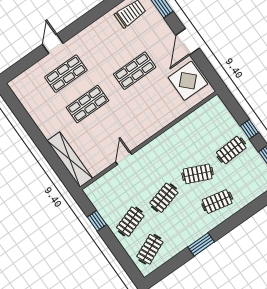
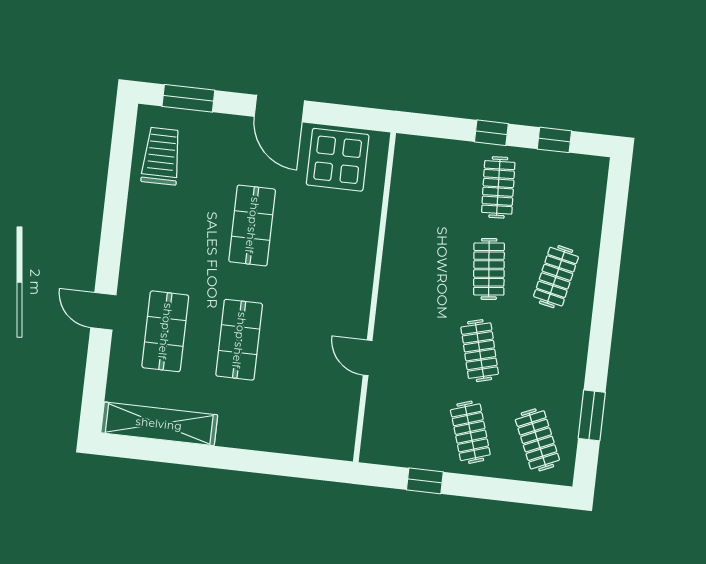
shelving: (70, 160) -> (159, 424), moved
clothes rail: (198, 174) -> (489, 269), turned -30
window: (201, 244) -> (592, 415), moved

